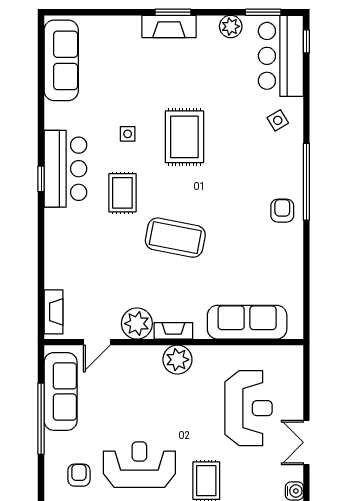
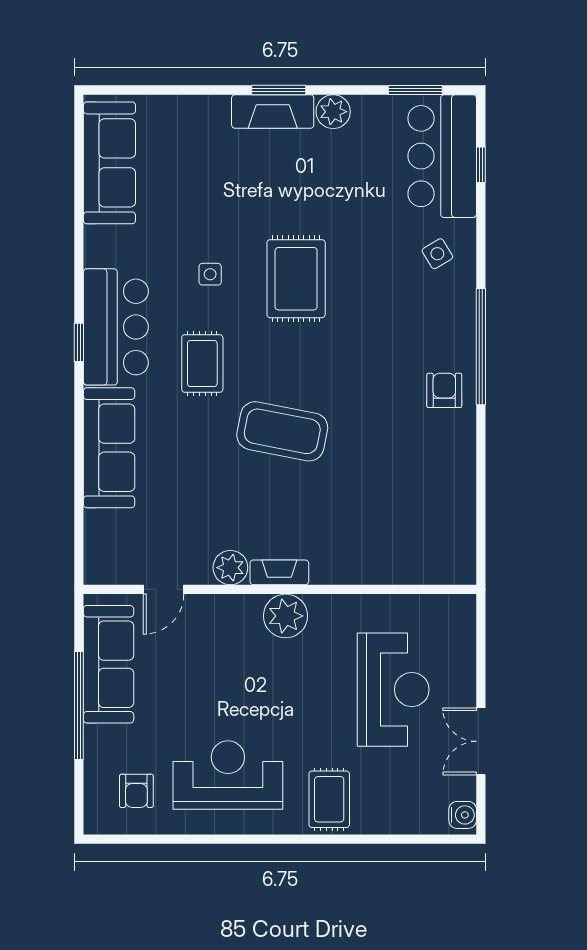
plant: (231, 26) -> (333, 112), moved
window: (306, 41) -> (481, 165), moved
fireplace: (53, 312) -> (98, 544), removed
sofa: (247, 322) -> (109, 448), moved, turned 90
plant: (137, 324) -> (230, 568), width x0.73, depth x0.73
armchair: (79, 475) -> (136, 791), turned 180

